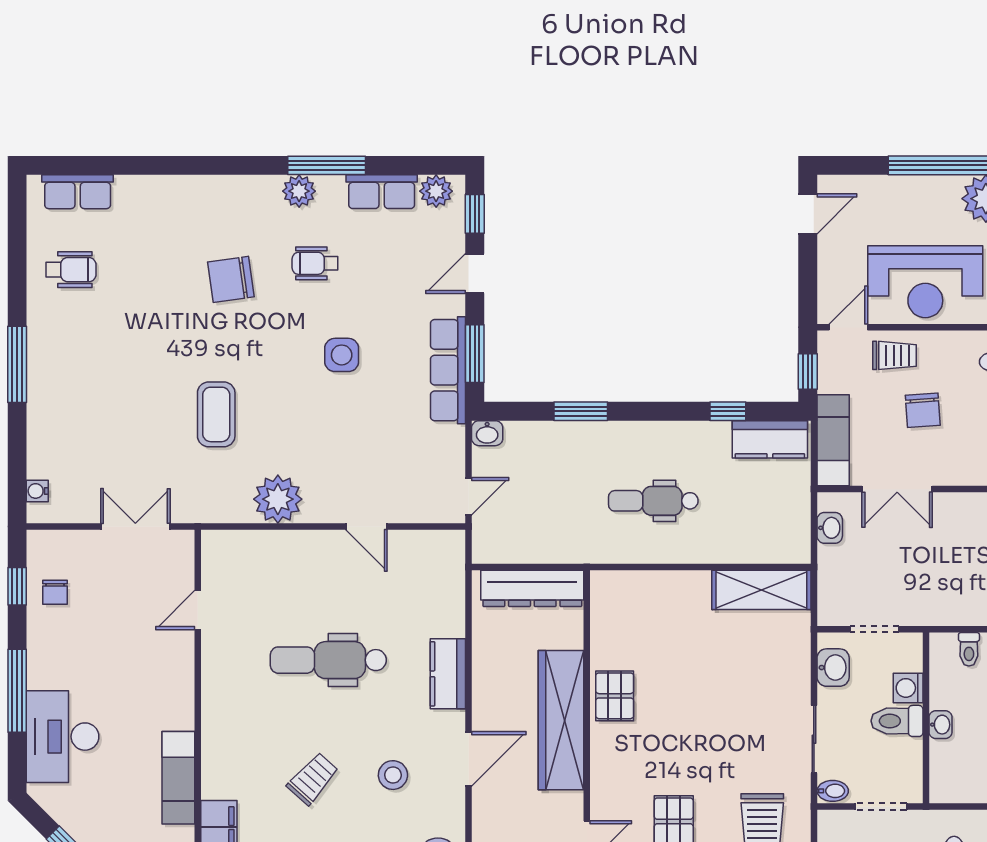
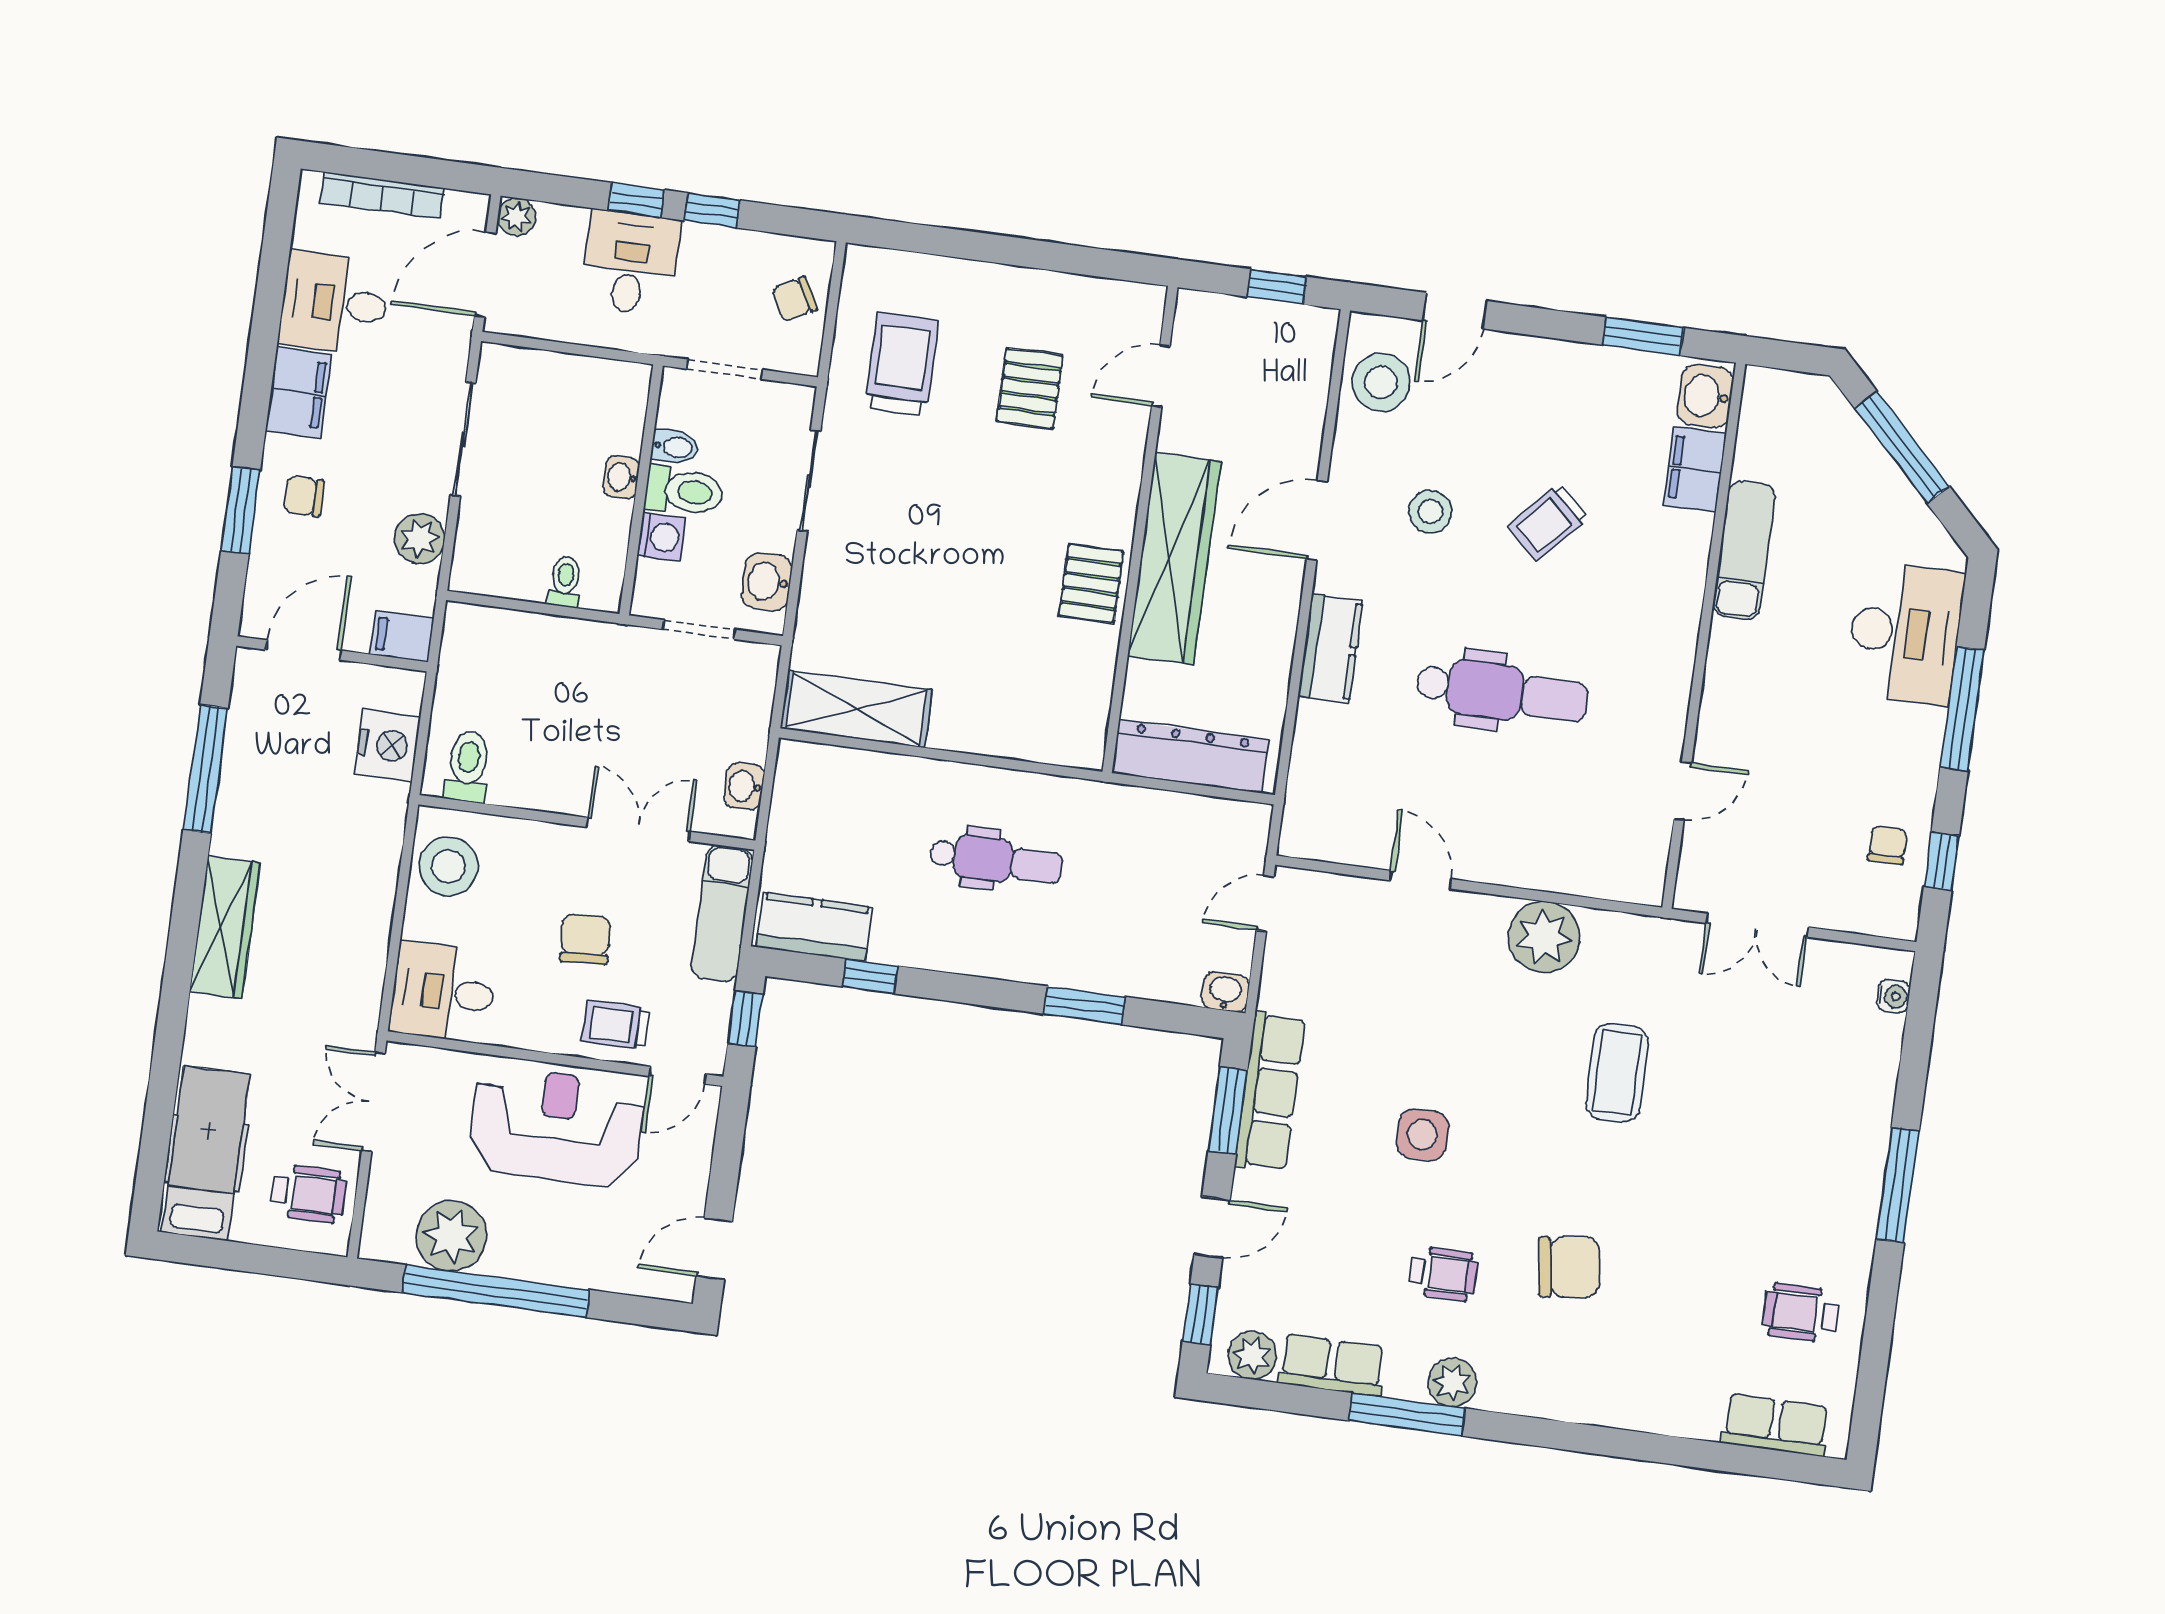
bidet: (833, 791) -> (675, 447), moved, turned 180

